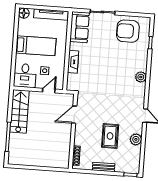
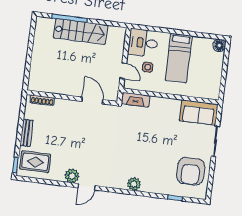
tv unit: (51, 15) -> (216, 78), removed
armchair: (128, 31) -> (191, 171), turned 180
fireplace: (73, 62) -> (136, 100), moved
stairs: (20, 111) -> (81, 32), moved
rug: (110, 136) -> (35, 162), moved
plant: (136, 139) -> (72, 176), moved

